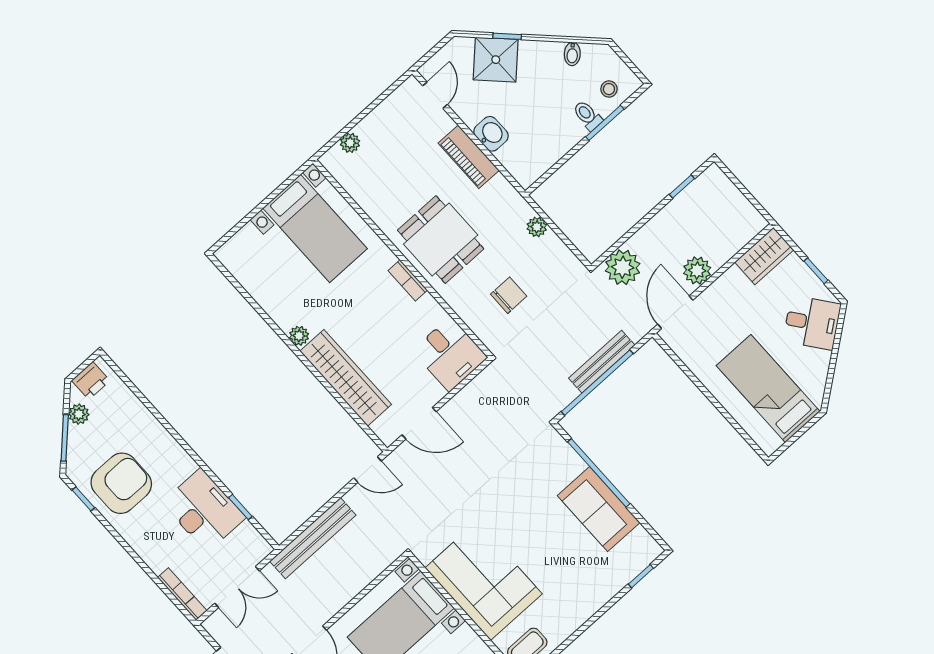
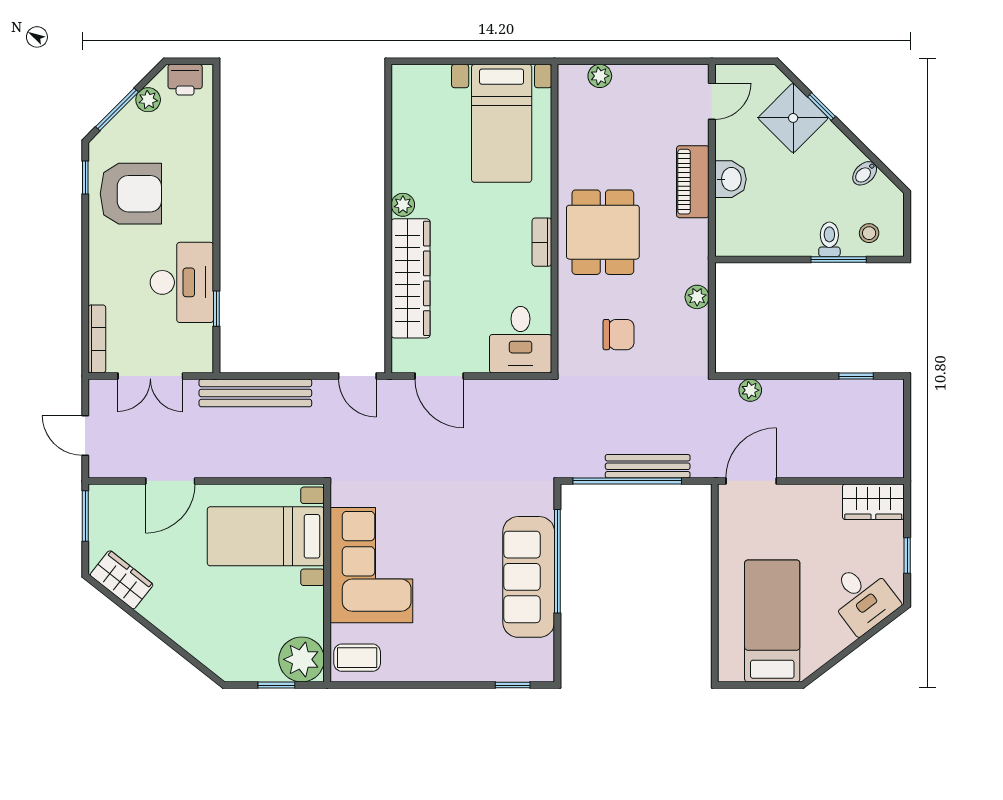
plant: (623, 267) -> (750, 390), width x0.53, depth x0.53
plant: (697, 270) -> (803, 462), removed
sofa: (599, 509) -> (529, 577), width x1.36

